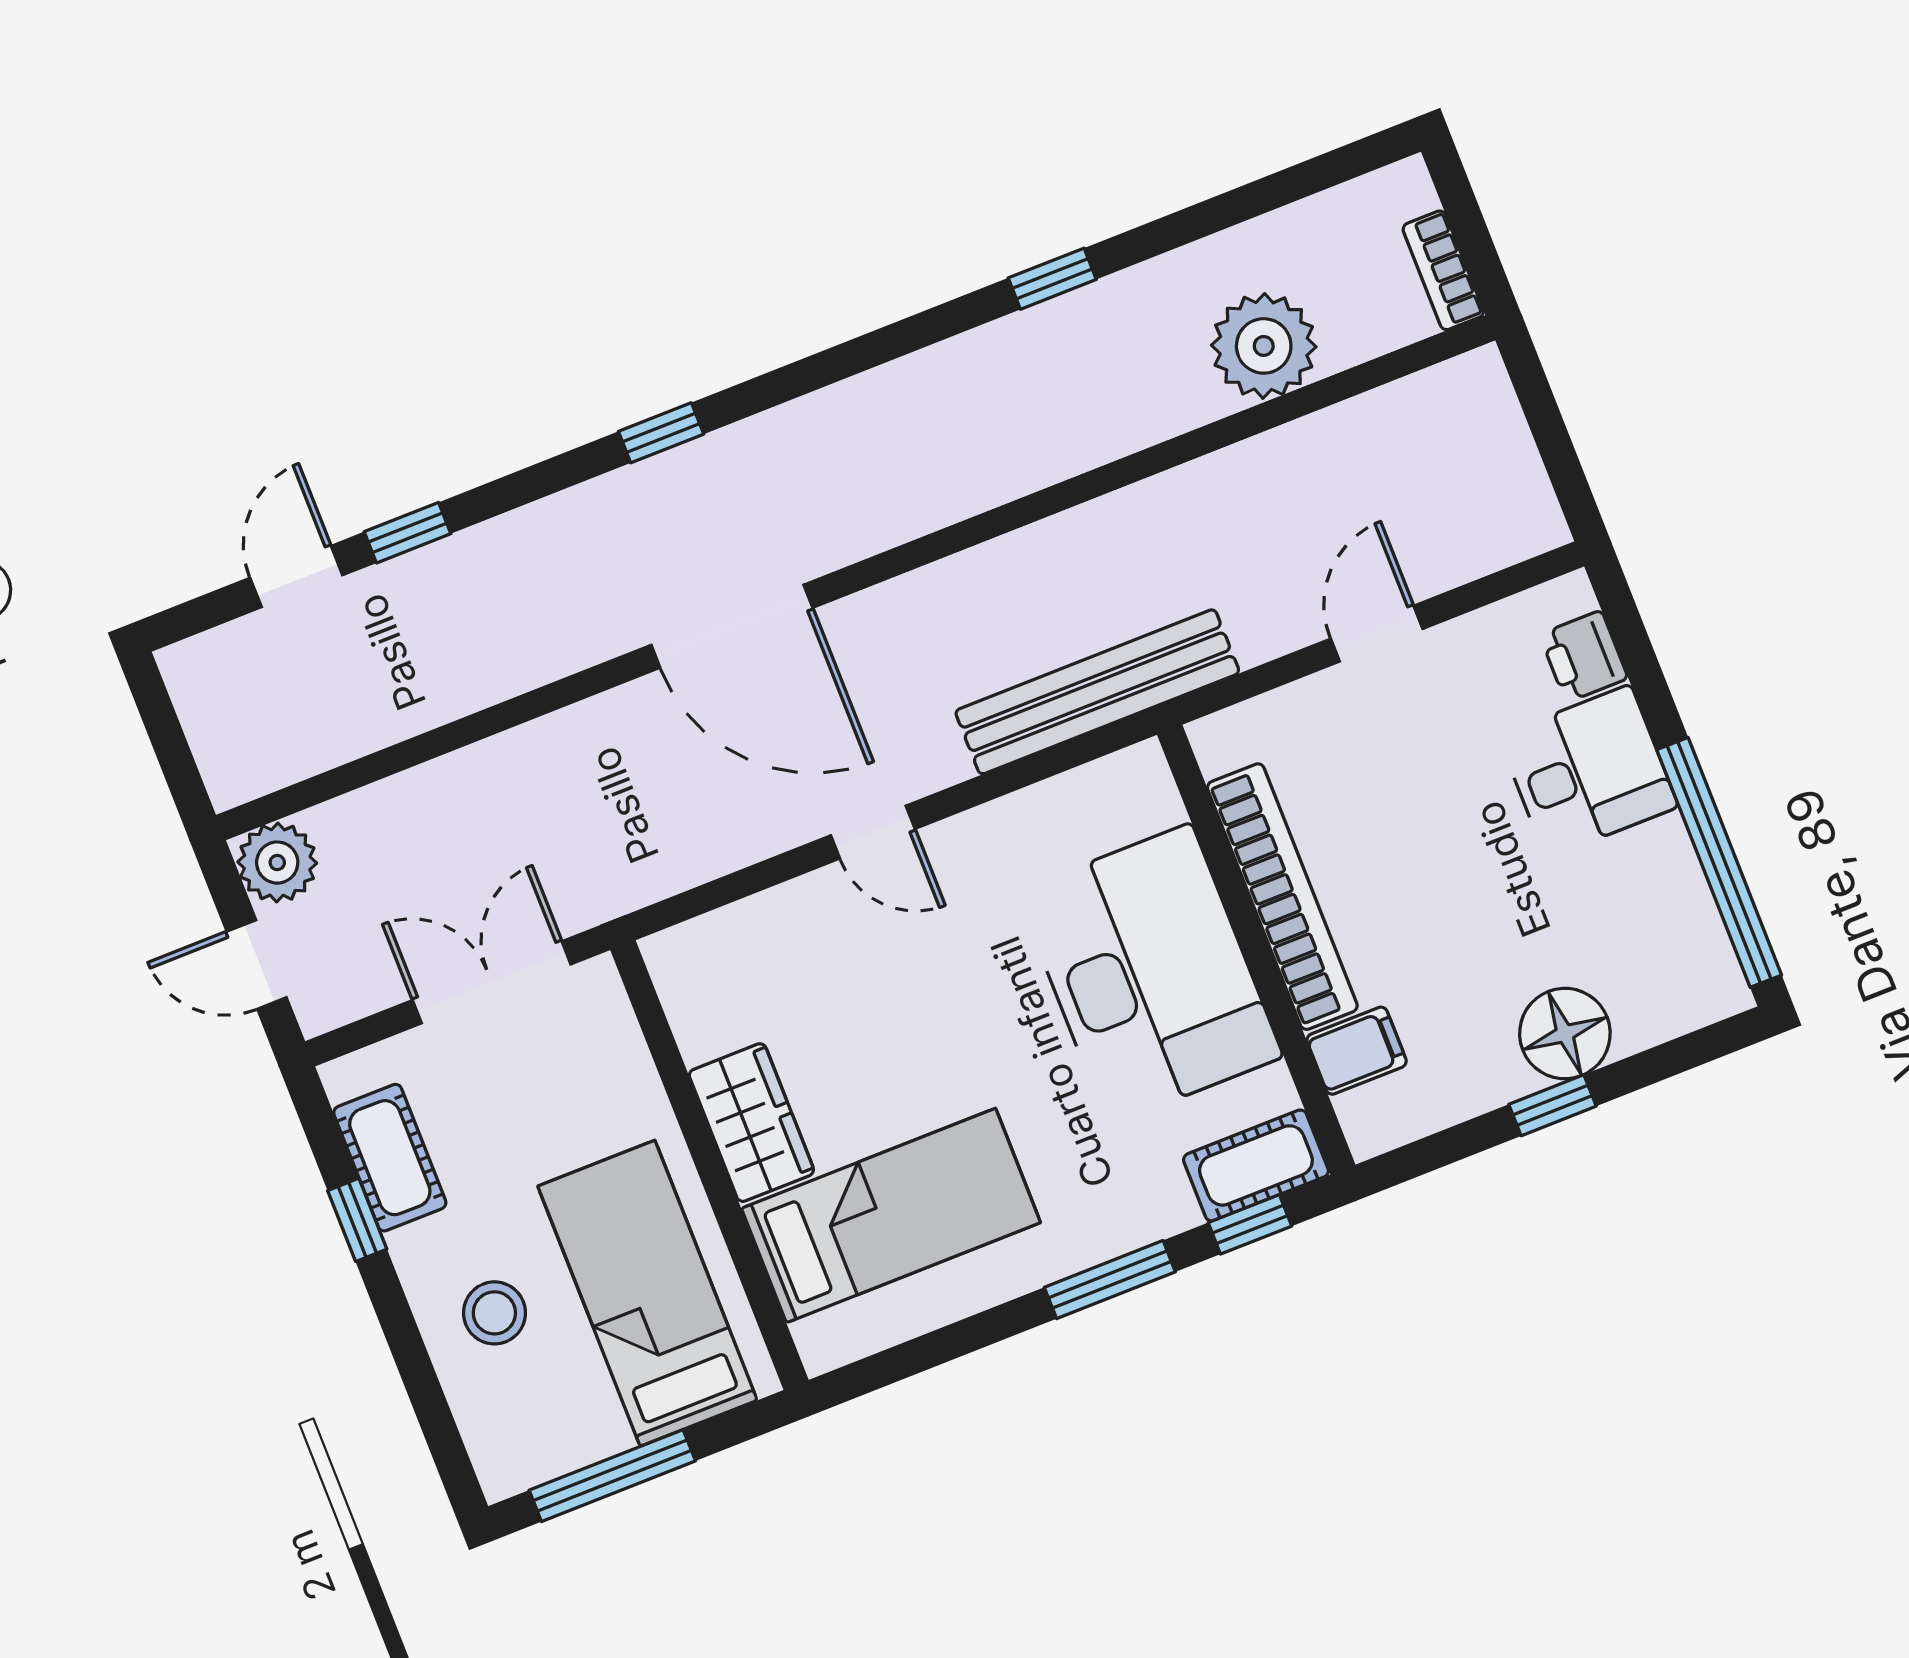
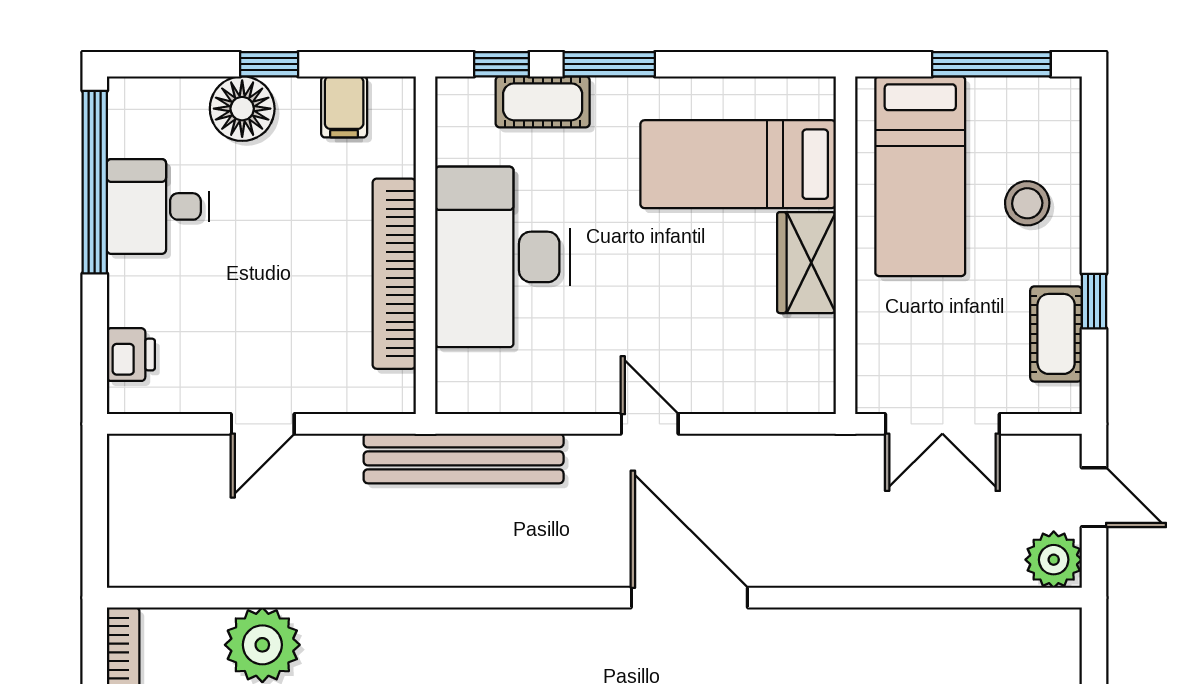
desk: (1588, 771) -> (158, 206), moved
filing cabinet: (1357, 1051) -> (344, 107), moved, turned -90
cot: (1256, 1165) -> (543, 102), moved

